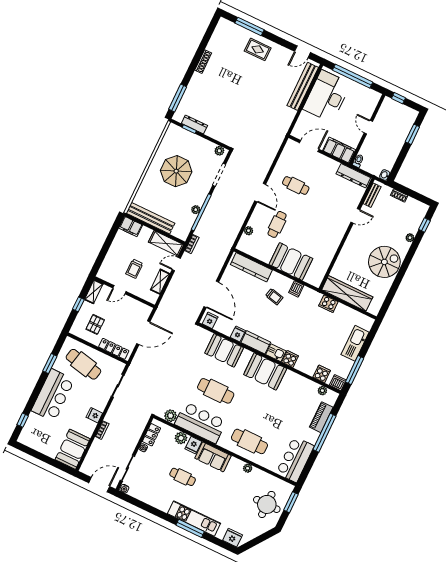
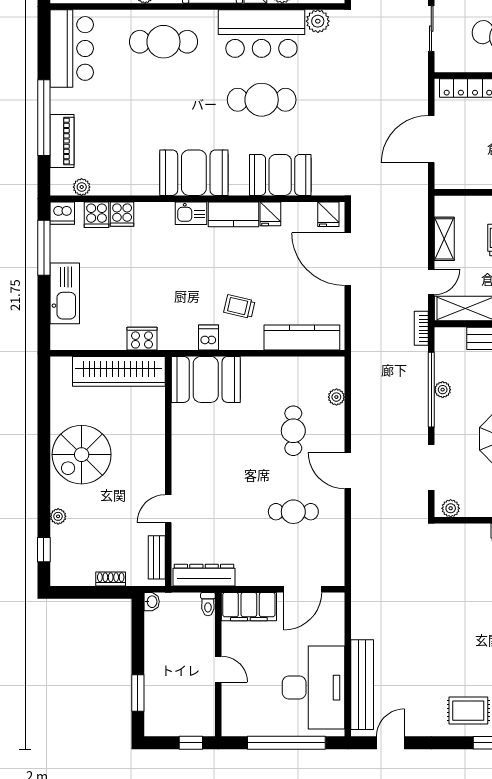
booth: (291, 261) -> (206, 379), moved
cooker: (290, 359) -> (122, 214), moved

